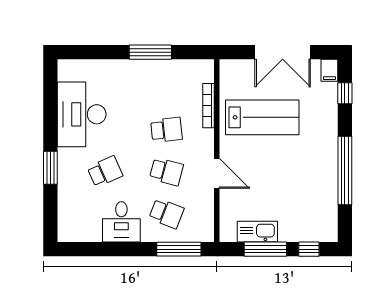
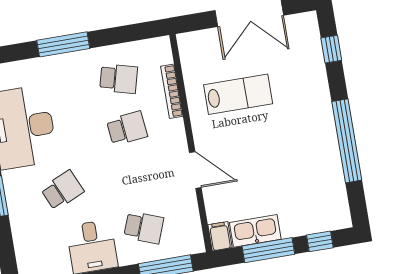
window: (150, 52) -> (63, 44), moved
filing cabinet: (329, 70) -> (220, 236), moved, turned 180
lab bench: (262, 117) -> (238, 94), width x0.73, depth x0.72
school desk: (166, 172) -> (119, 79), moved

